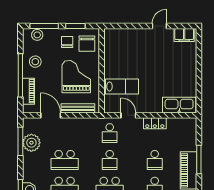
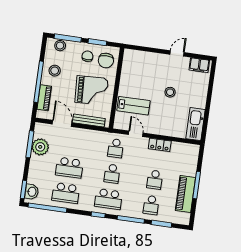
stool: (158, 67) -> (170, 92), added
grand piano: (76, 77) -> (92, 90), turned 87
kitchen sink: (179, 105) -> (195, 124), moved, turned -90

